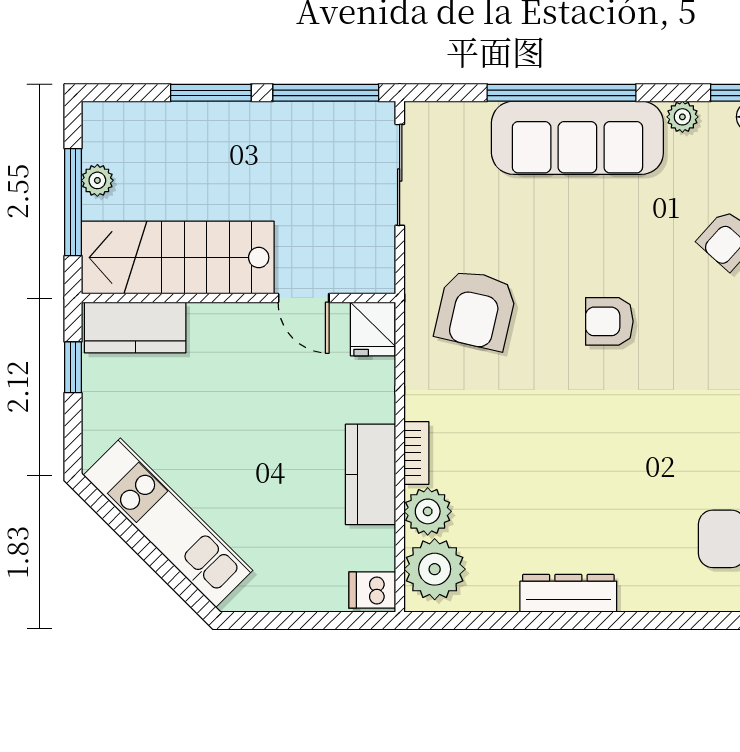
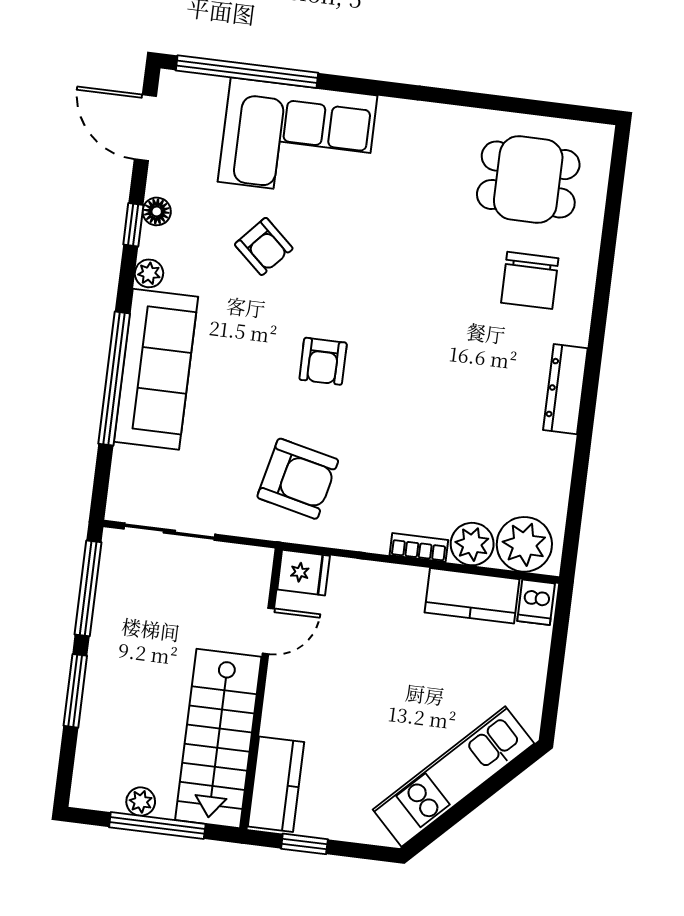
kitchen counter: (370, 474) -> (472, 596), moved
dresser: (568, 593) -> (565, 389), moved

